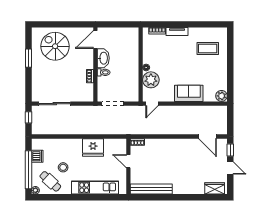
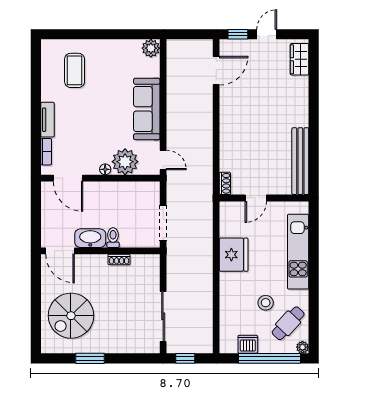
door: (141, 44) -> (68, 178), added
sofa: (189, 93) -> (147, 109), width x1.36

